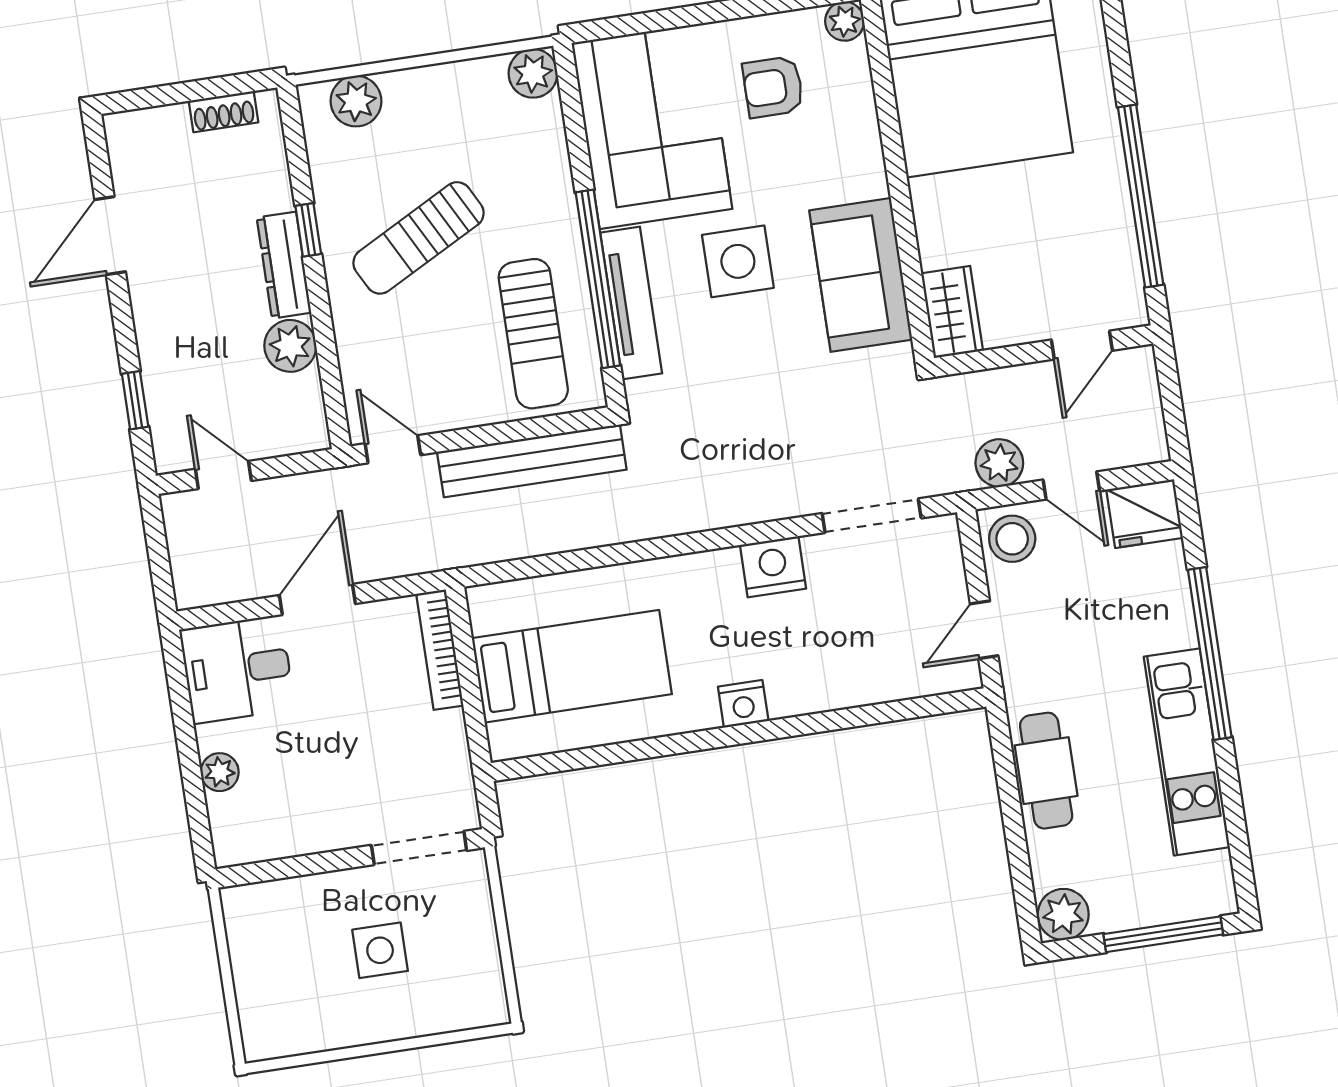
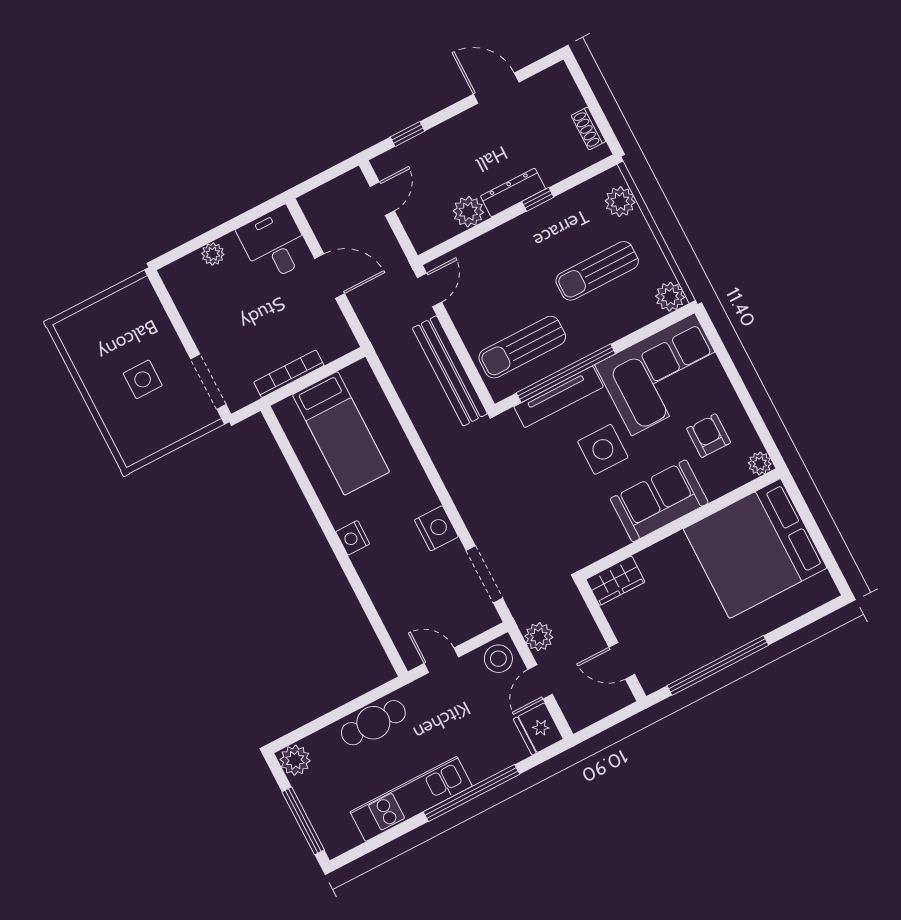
sun lounger: (418, 238) -> (597, 271), moved, turned -62
sofa: (861, 275) -> (659, 501), moved
bookcase: (440, 650) -> (289, 374), moved

